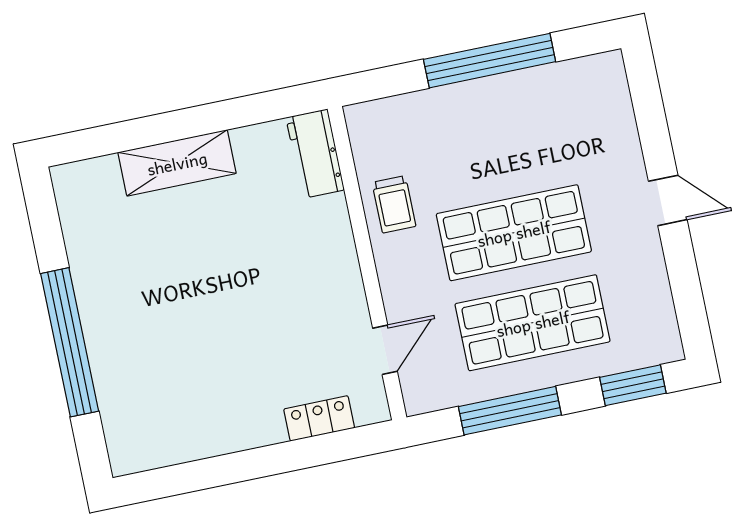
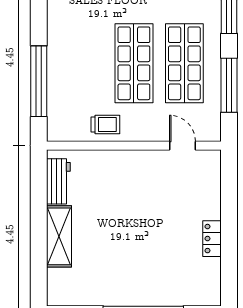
window: (490, 61) -> (39, 81), moved
workbench: (315, 154) -> (58, 181), moved, turned -90
locker: (319, 419) -> (212, 239), moved

